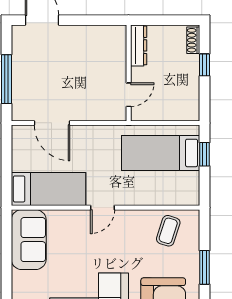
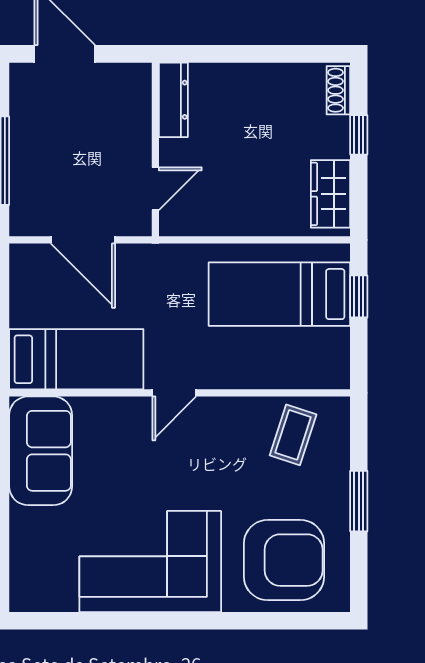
dresser: (139, 45) -> (173, 100), moved
wall: (129, 73) -> (155, 150), moved
door: (129, 95) -> (155, 189), moved
wardrobe: (189, 98) -> (330, 194), added

